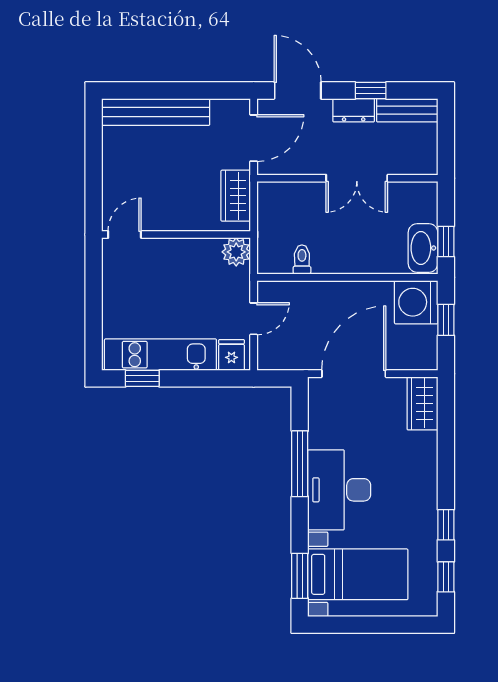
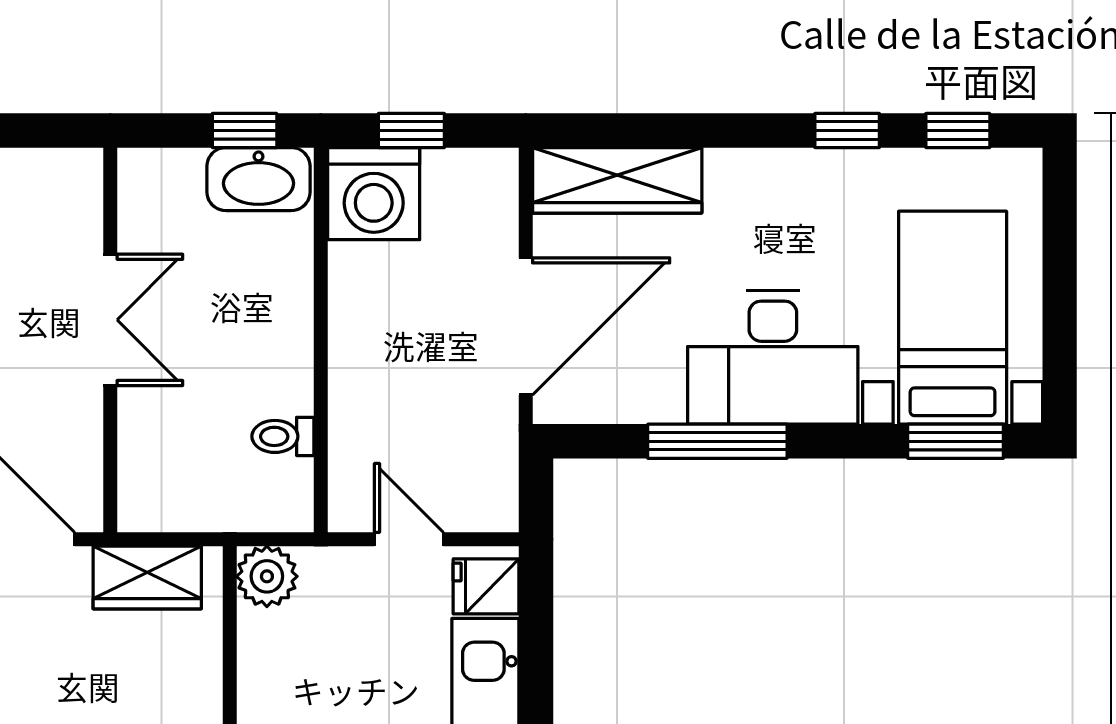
door: (354, 374) -> (526, 326), swing flipped
wardrobe: (422, 403) -> (617, 180), width x1.50

